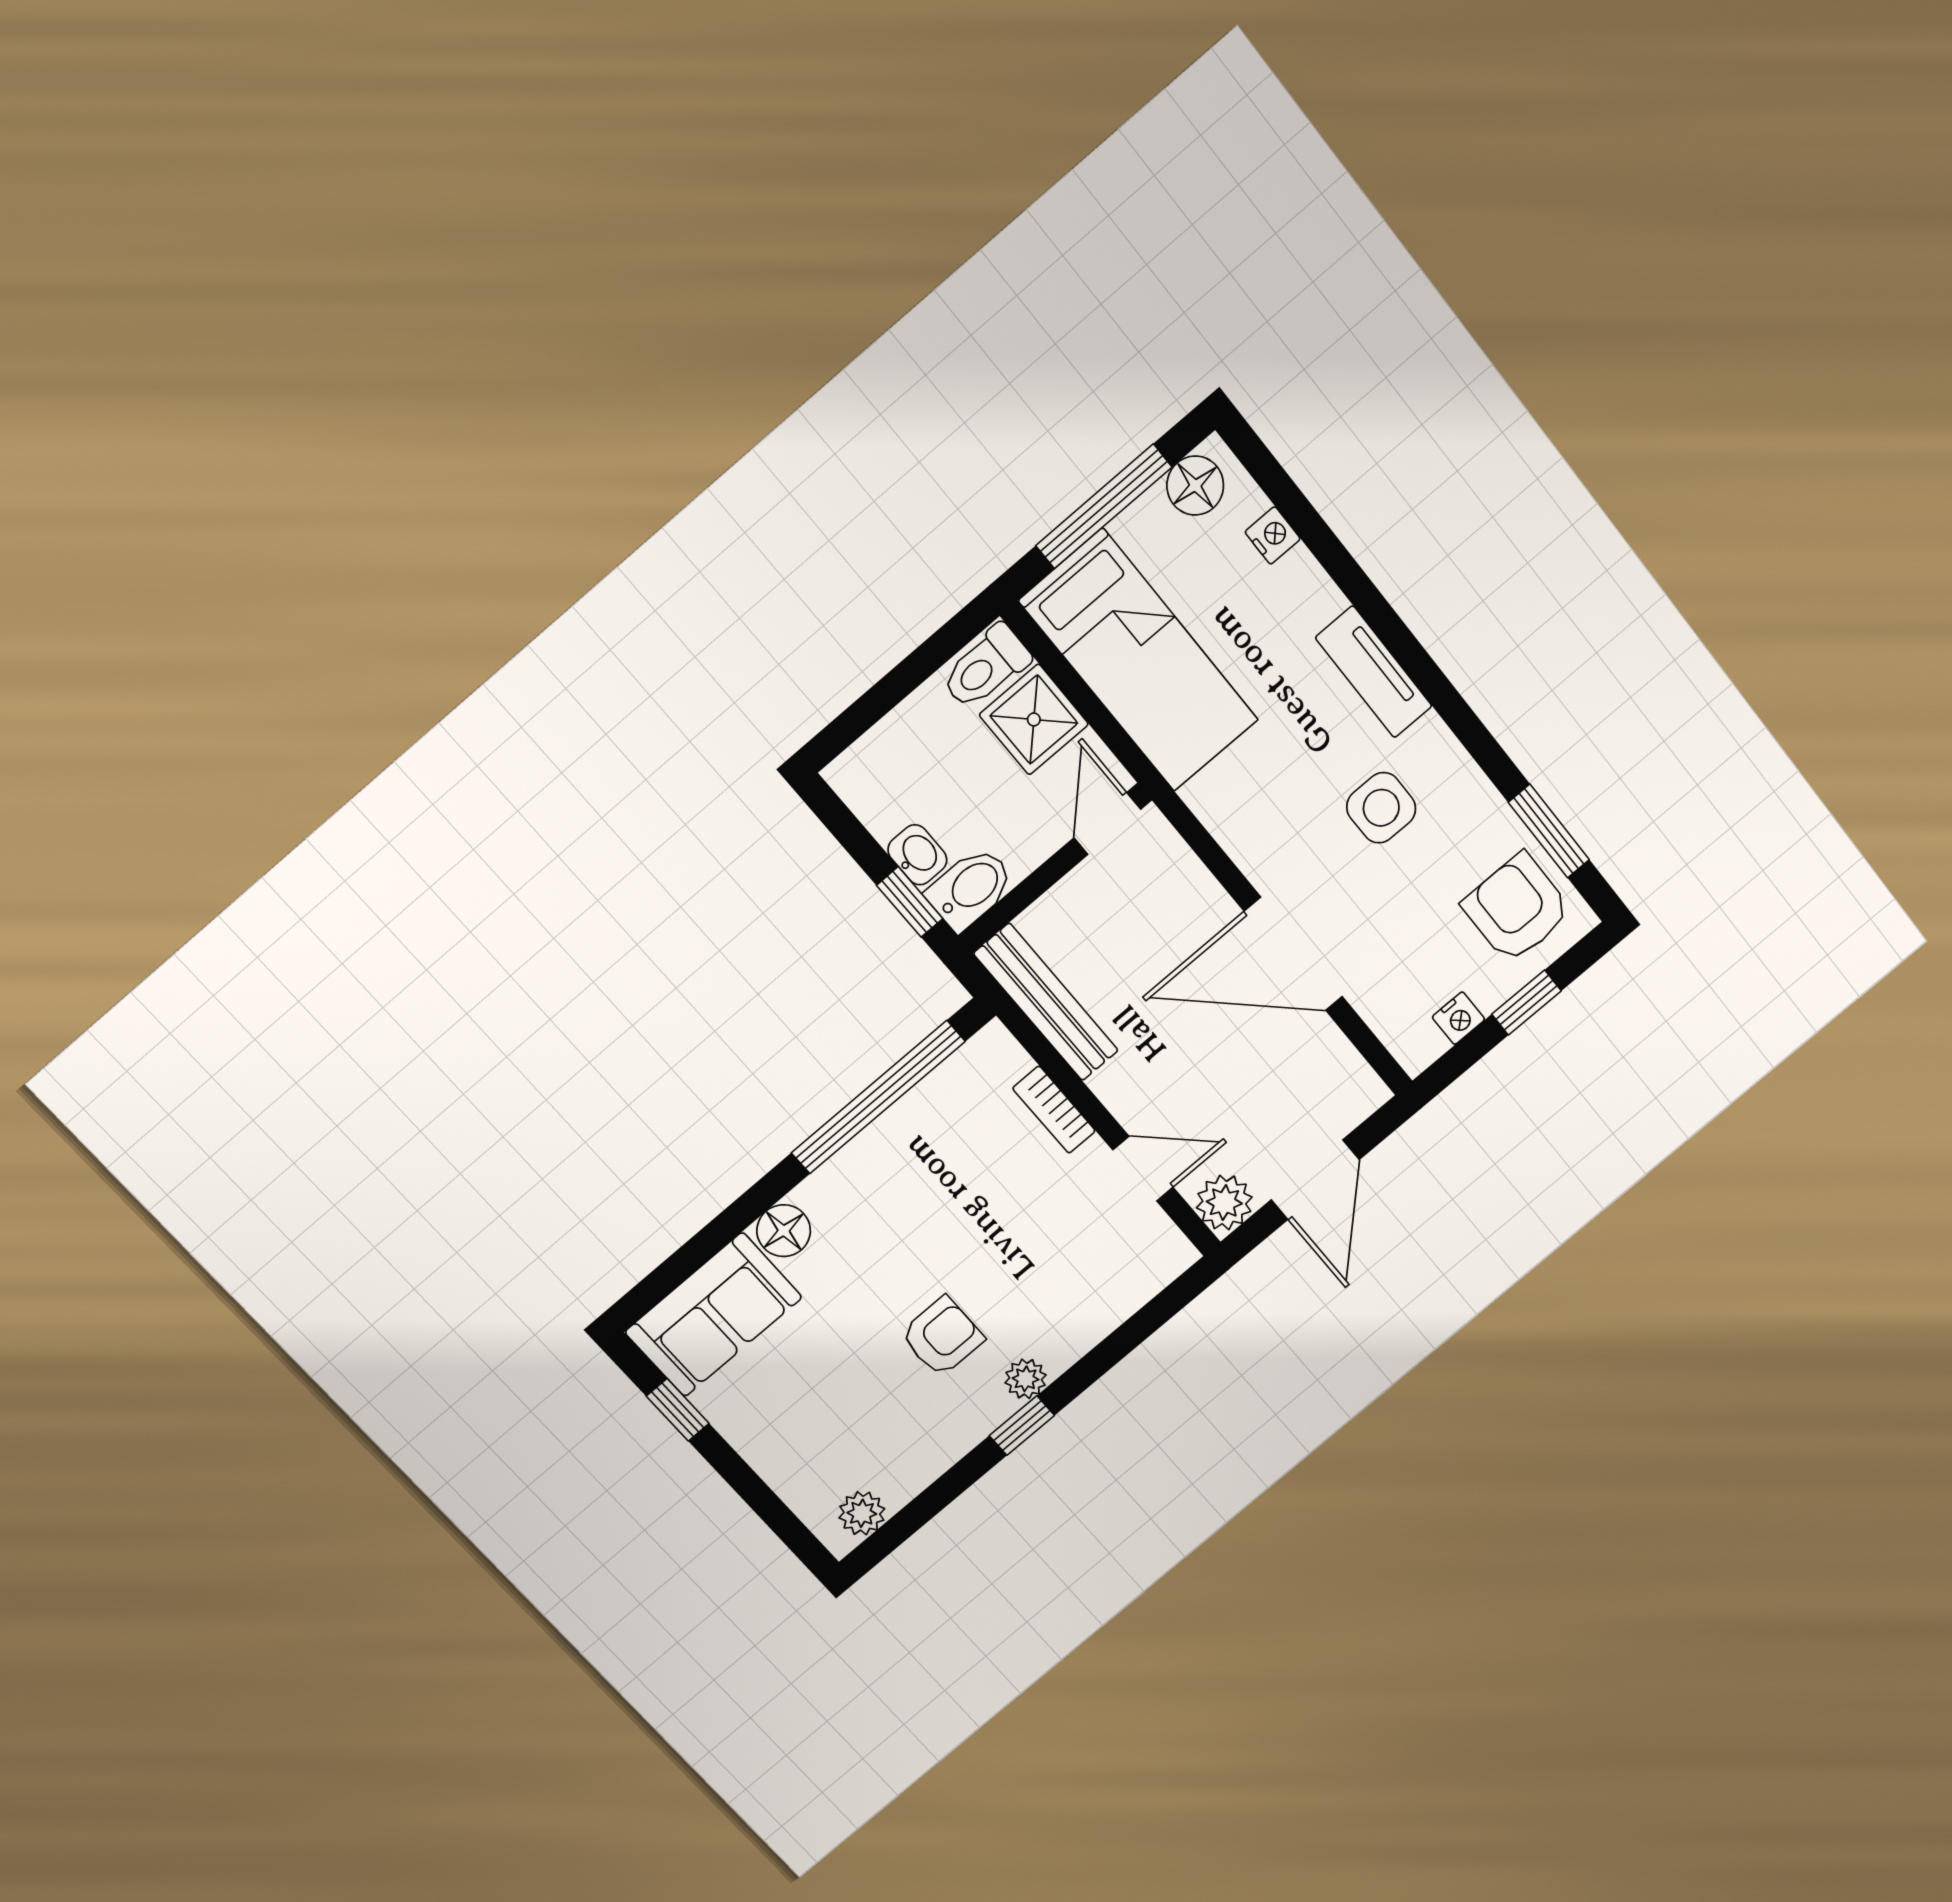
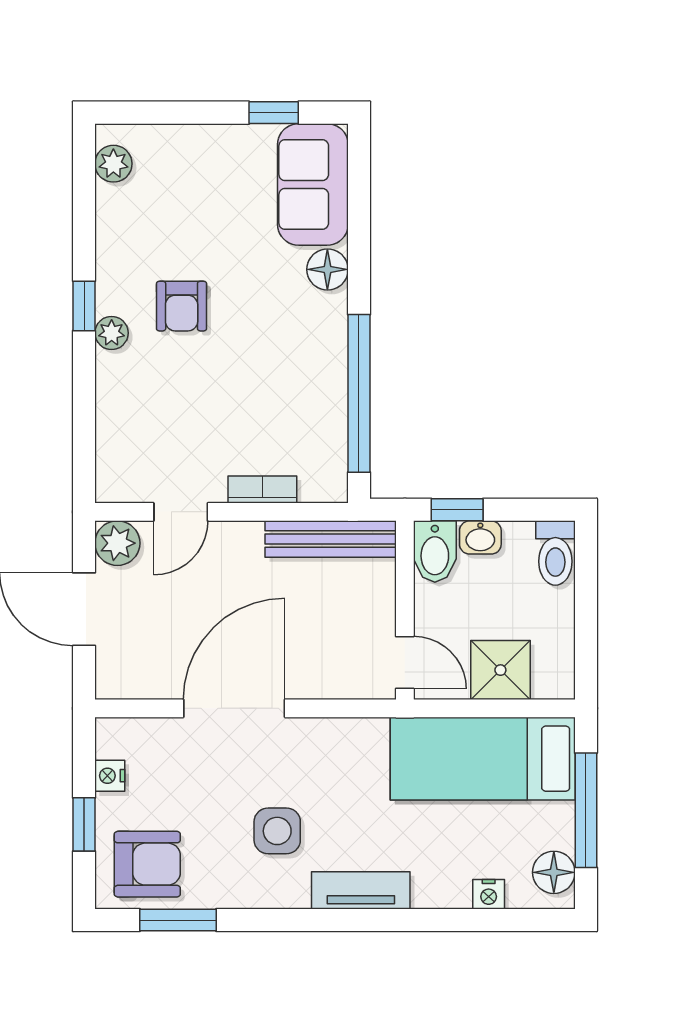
toilet: (986, 667) -> (555, 553), moved, turned 180

